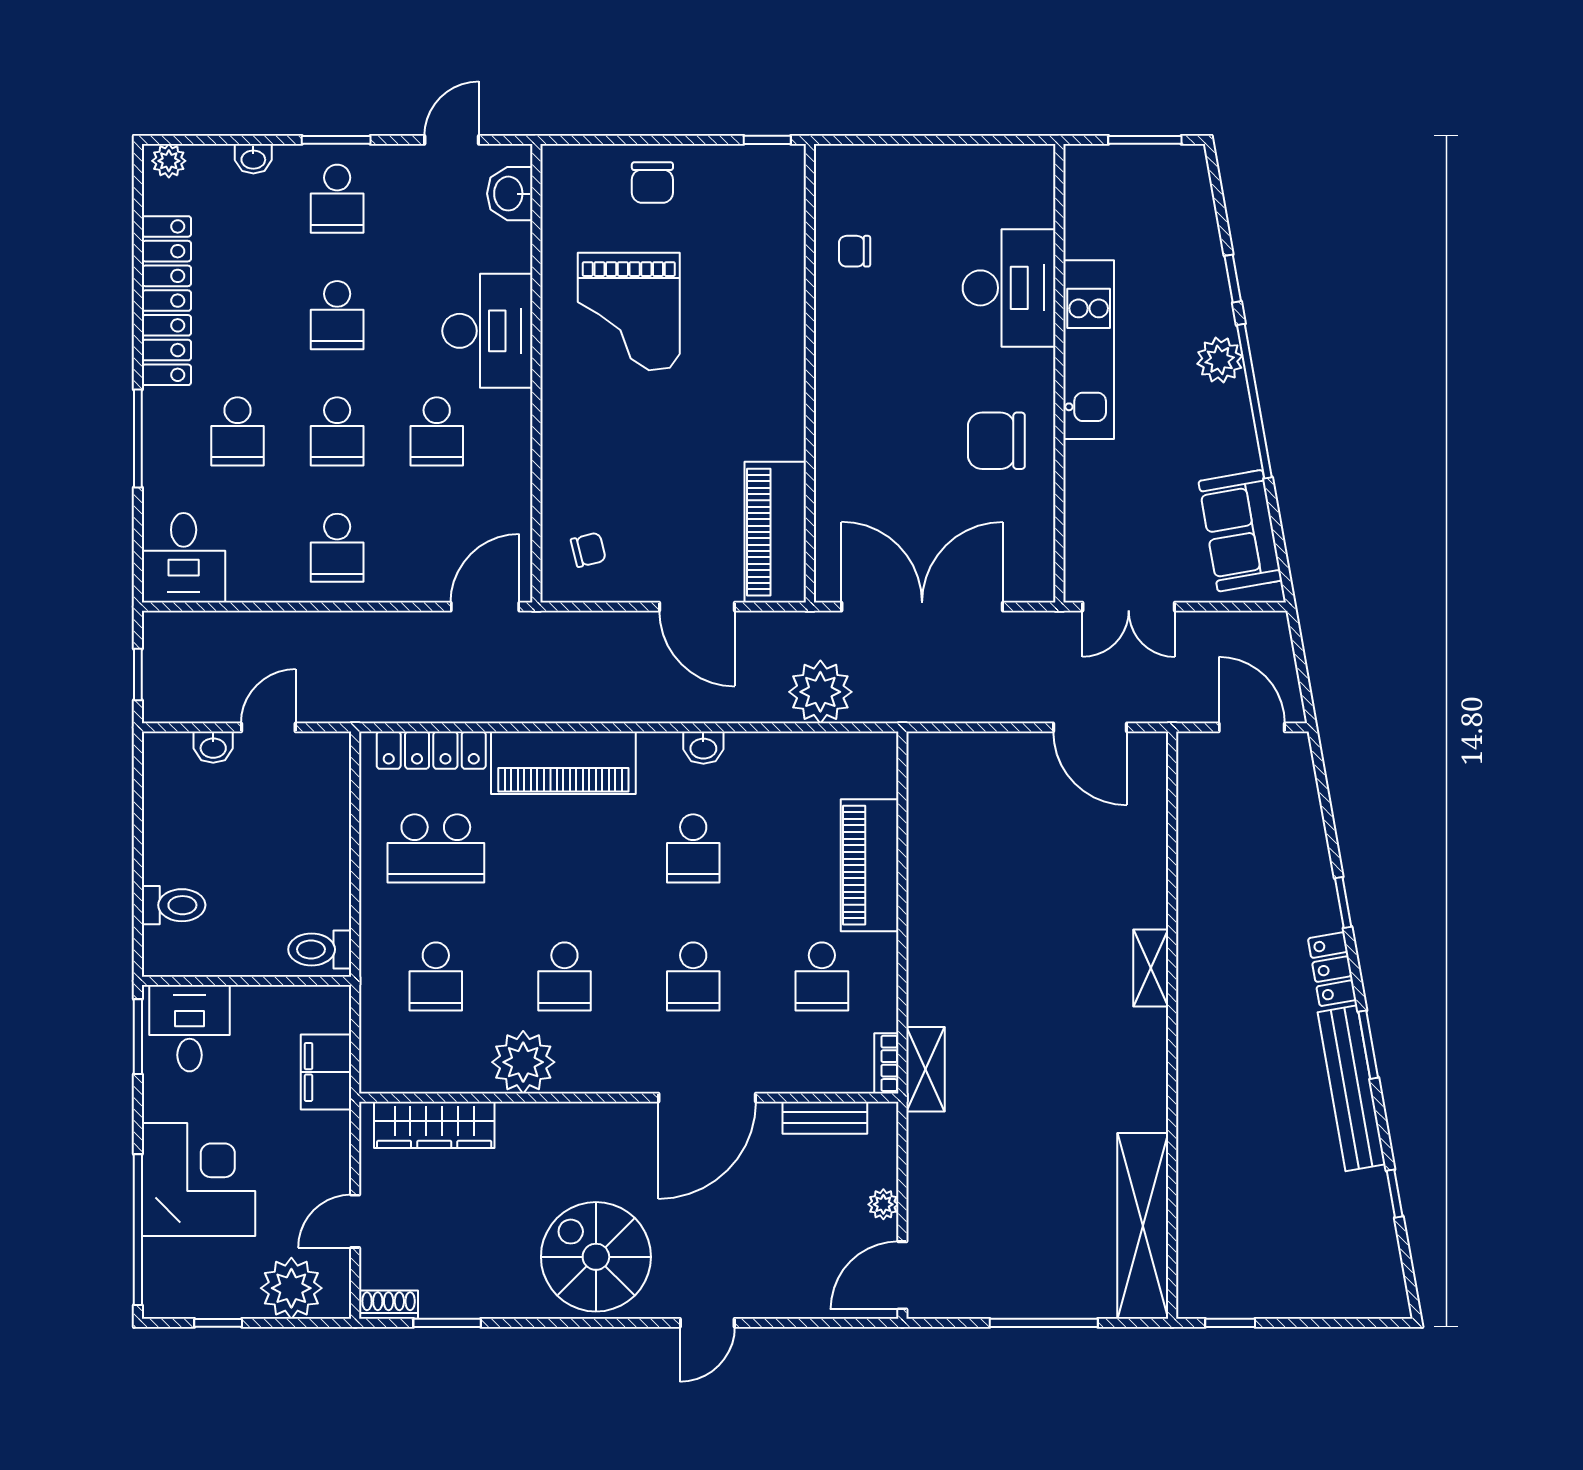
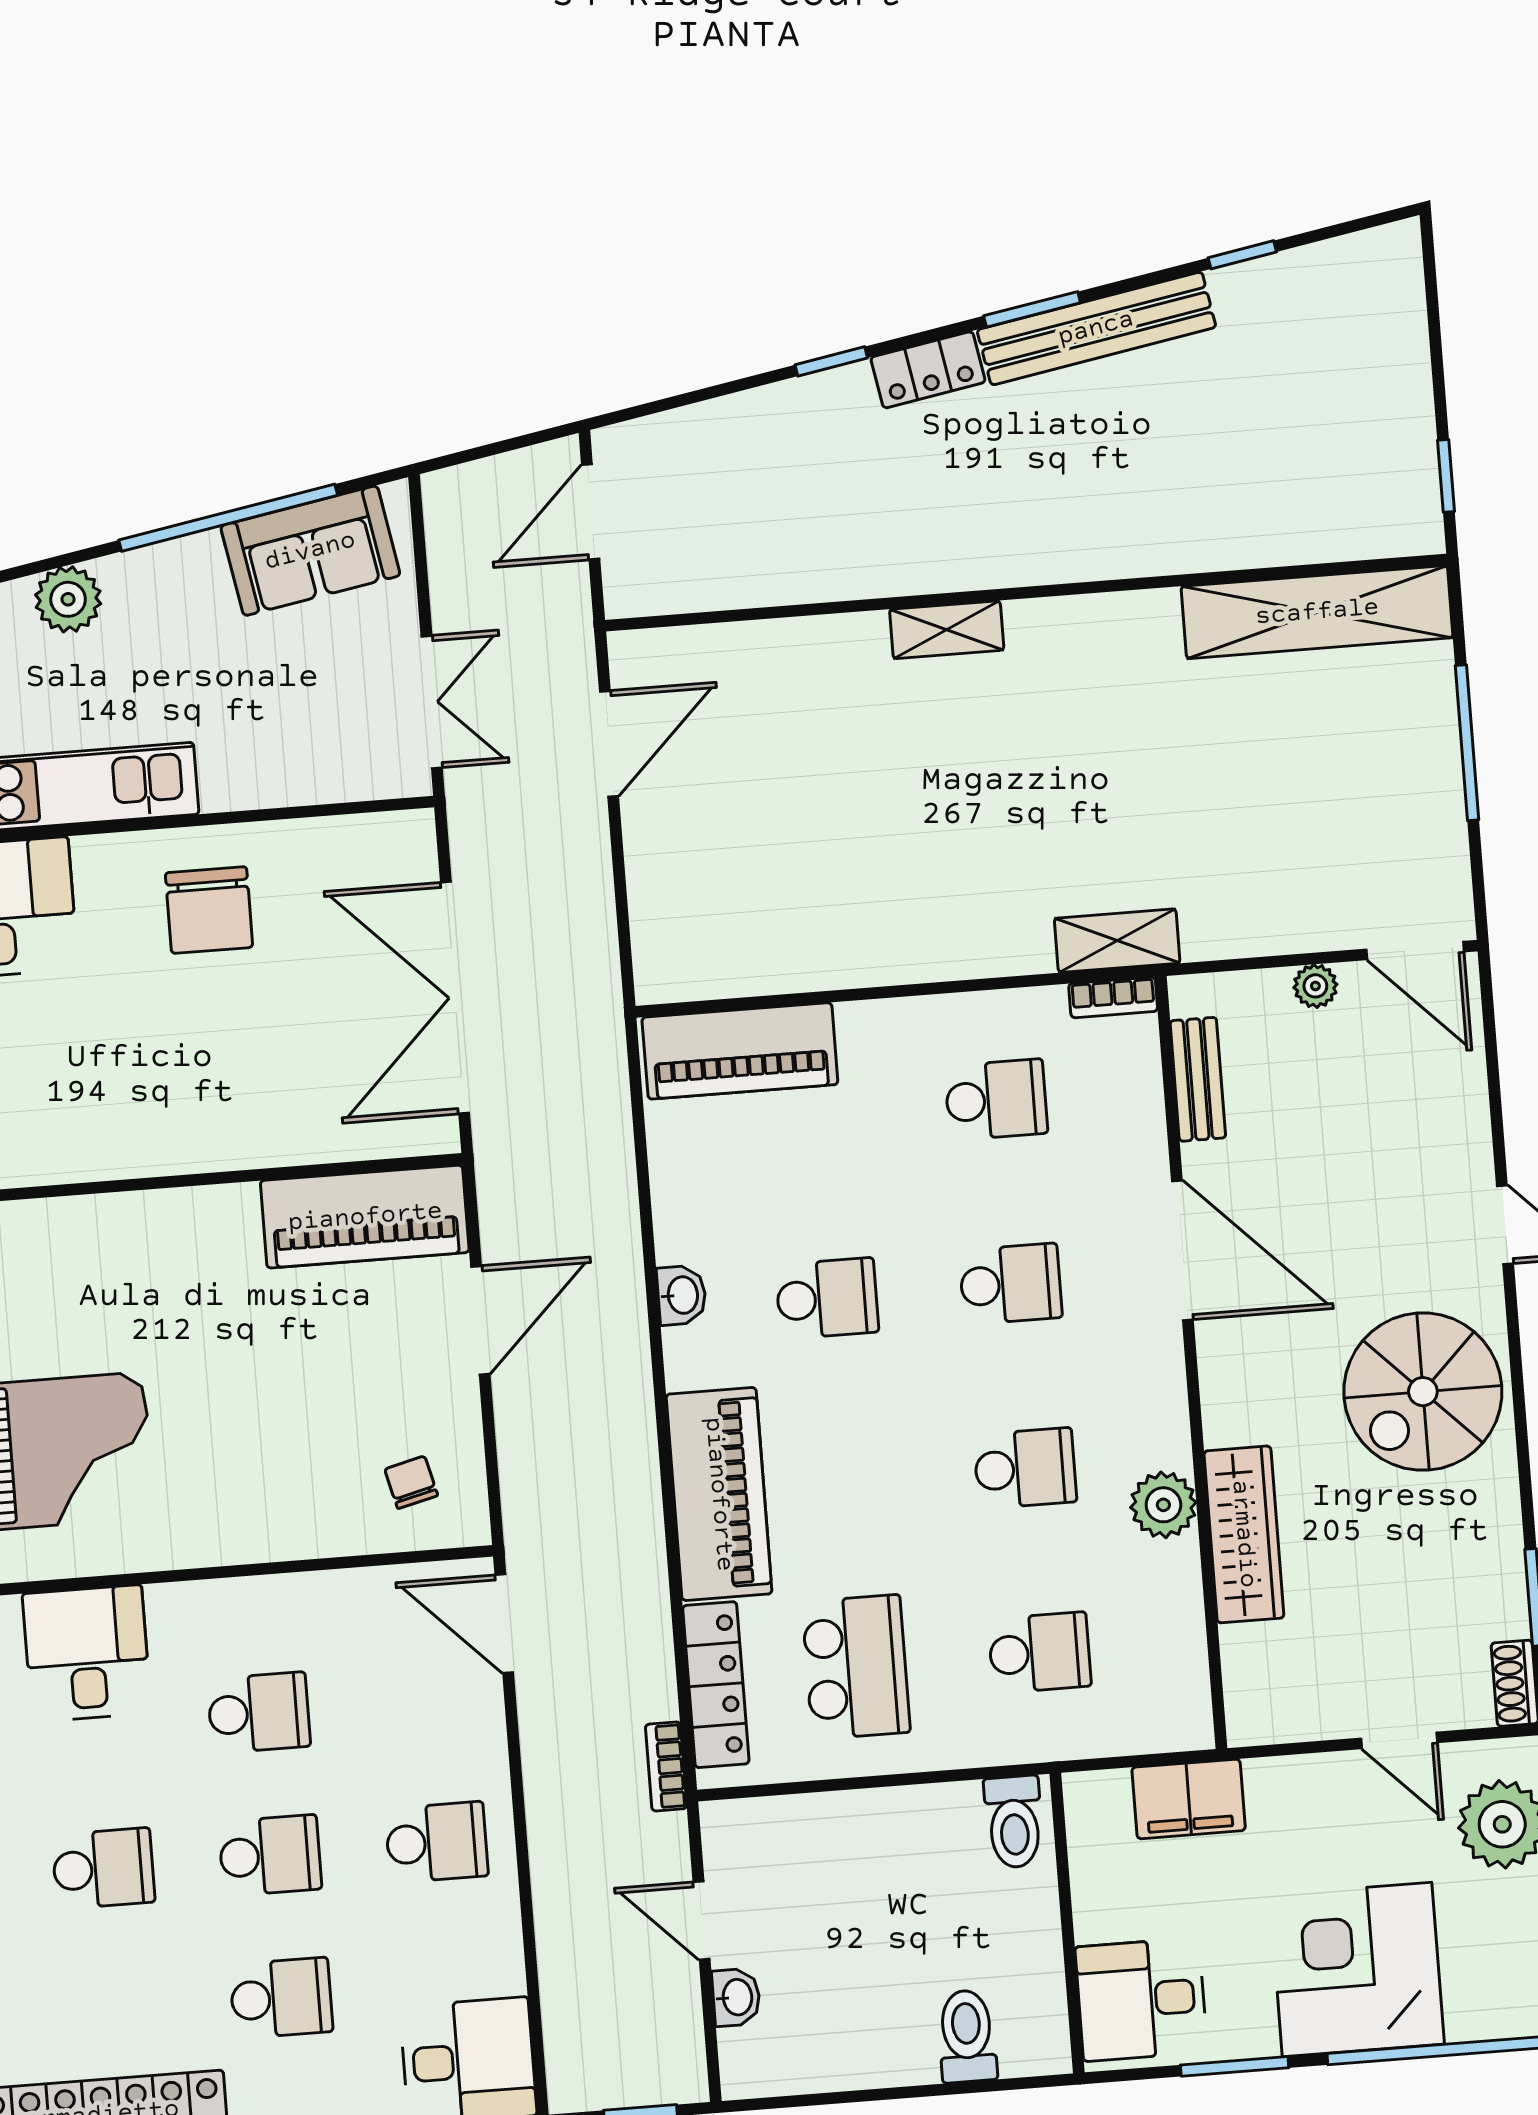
desk: (487, 331) -> (87, 1653), width x0.73
window: (1254, 401) -> (228, 518), moved
plant: (820, 692) -> (588, 1134), removed
bookcase: (377, 711) -> (666, 1766), added
piano: (870, 865) -> (740, 1051), moved
window: (138, 1037) -> (1235, 2066), moved
plant: (523, 1062) -> (1163, 1505), width x0.73, depth x0.73
wardrobe: (434, 1125) -> (1244, 1534), moved

